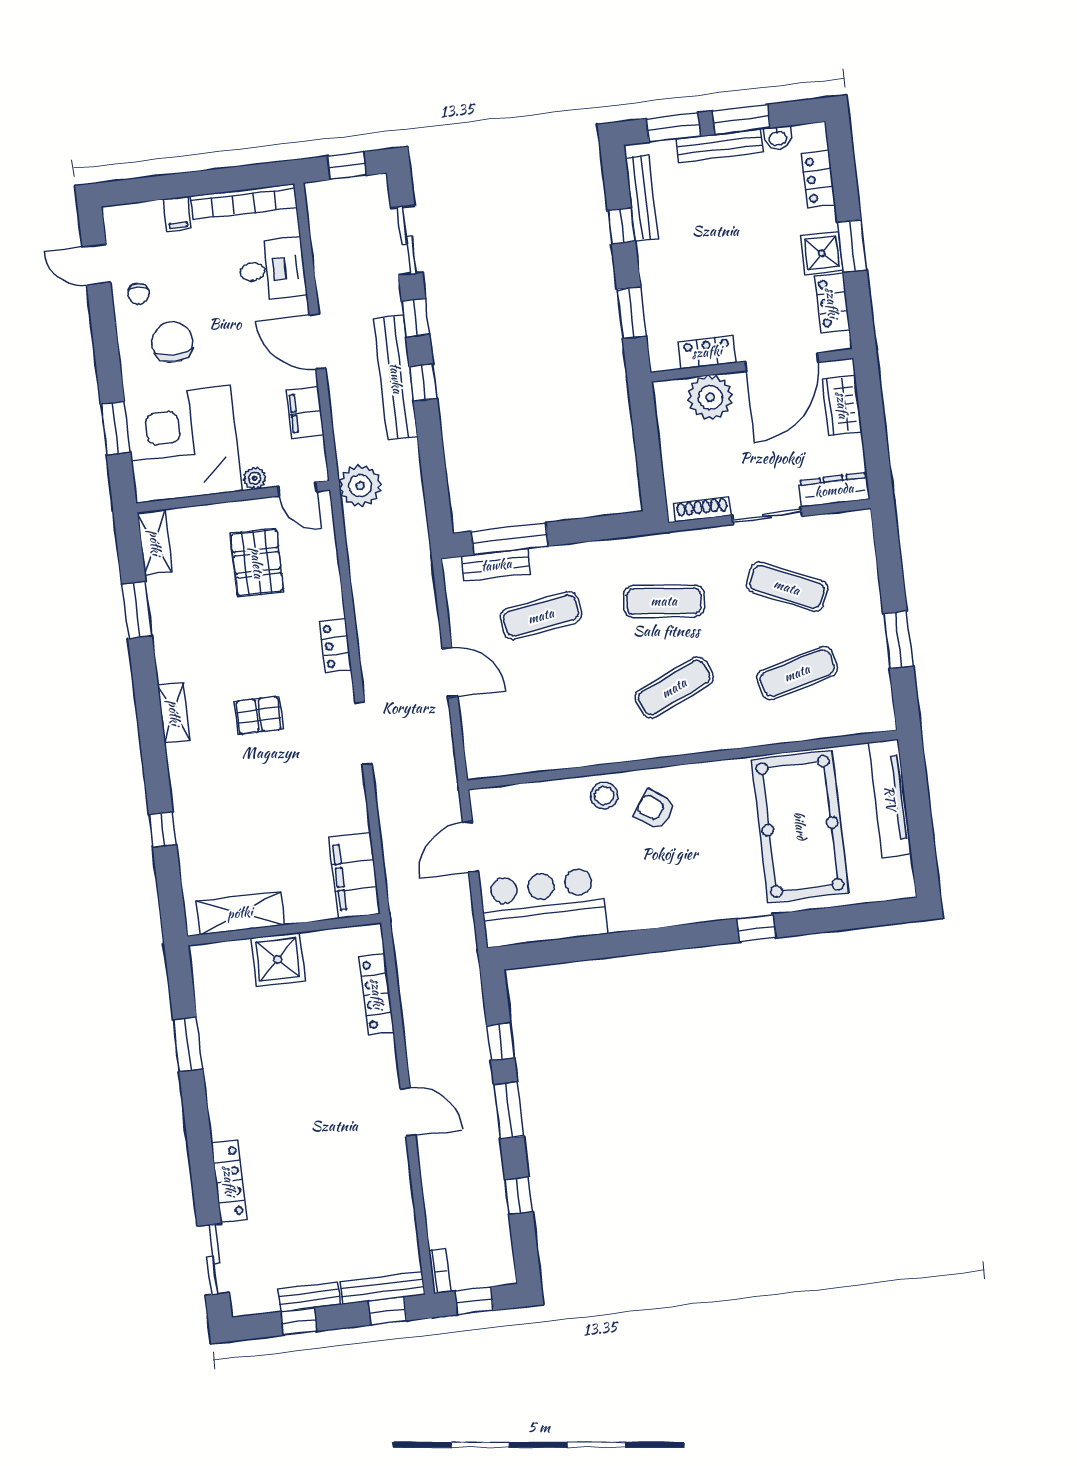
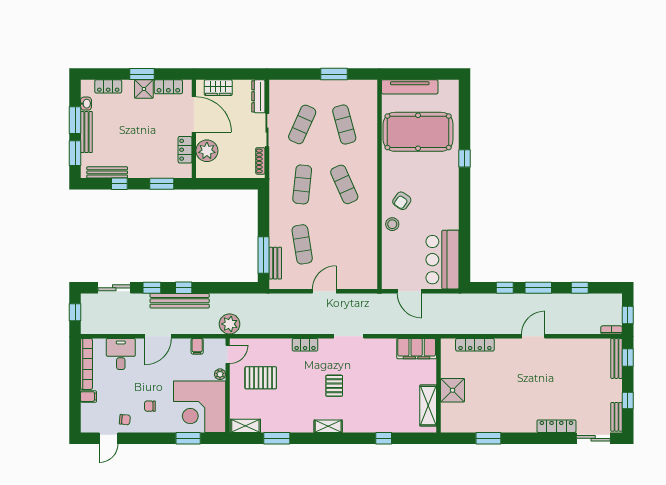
chair: (172, 342) -> (150, 406), width x0.54, depth x0.54
filing cabinet: (305, 412) -> (197, 346), width x0.50
bench: (309, 1297) -> (617, 417), moved

